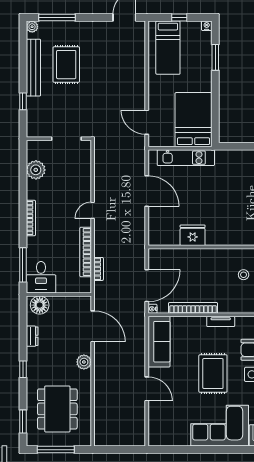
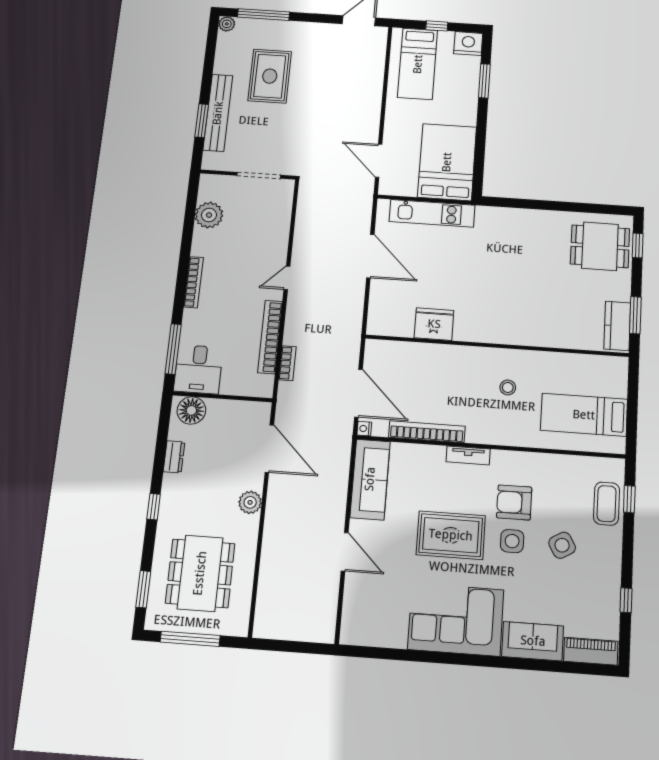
nightstand: (207, 26) -> (468, 44), width x1.89, depth x1.79
bench: (33, 68) -> (218, 113), moved
window: (23, 101) -> (202, 121), width x1.50
door: (147, 286) -> (358, 393), hinge flipped
rug: (213, 374) -> (451, 535), turned 90

